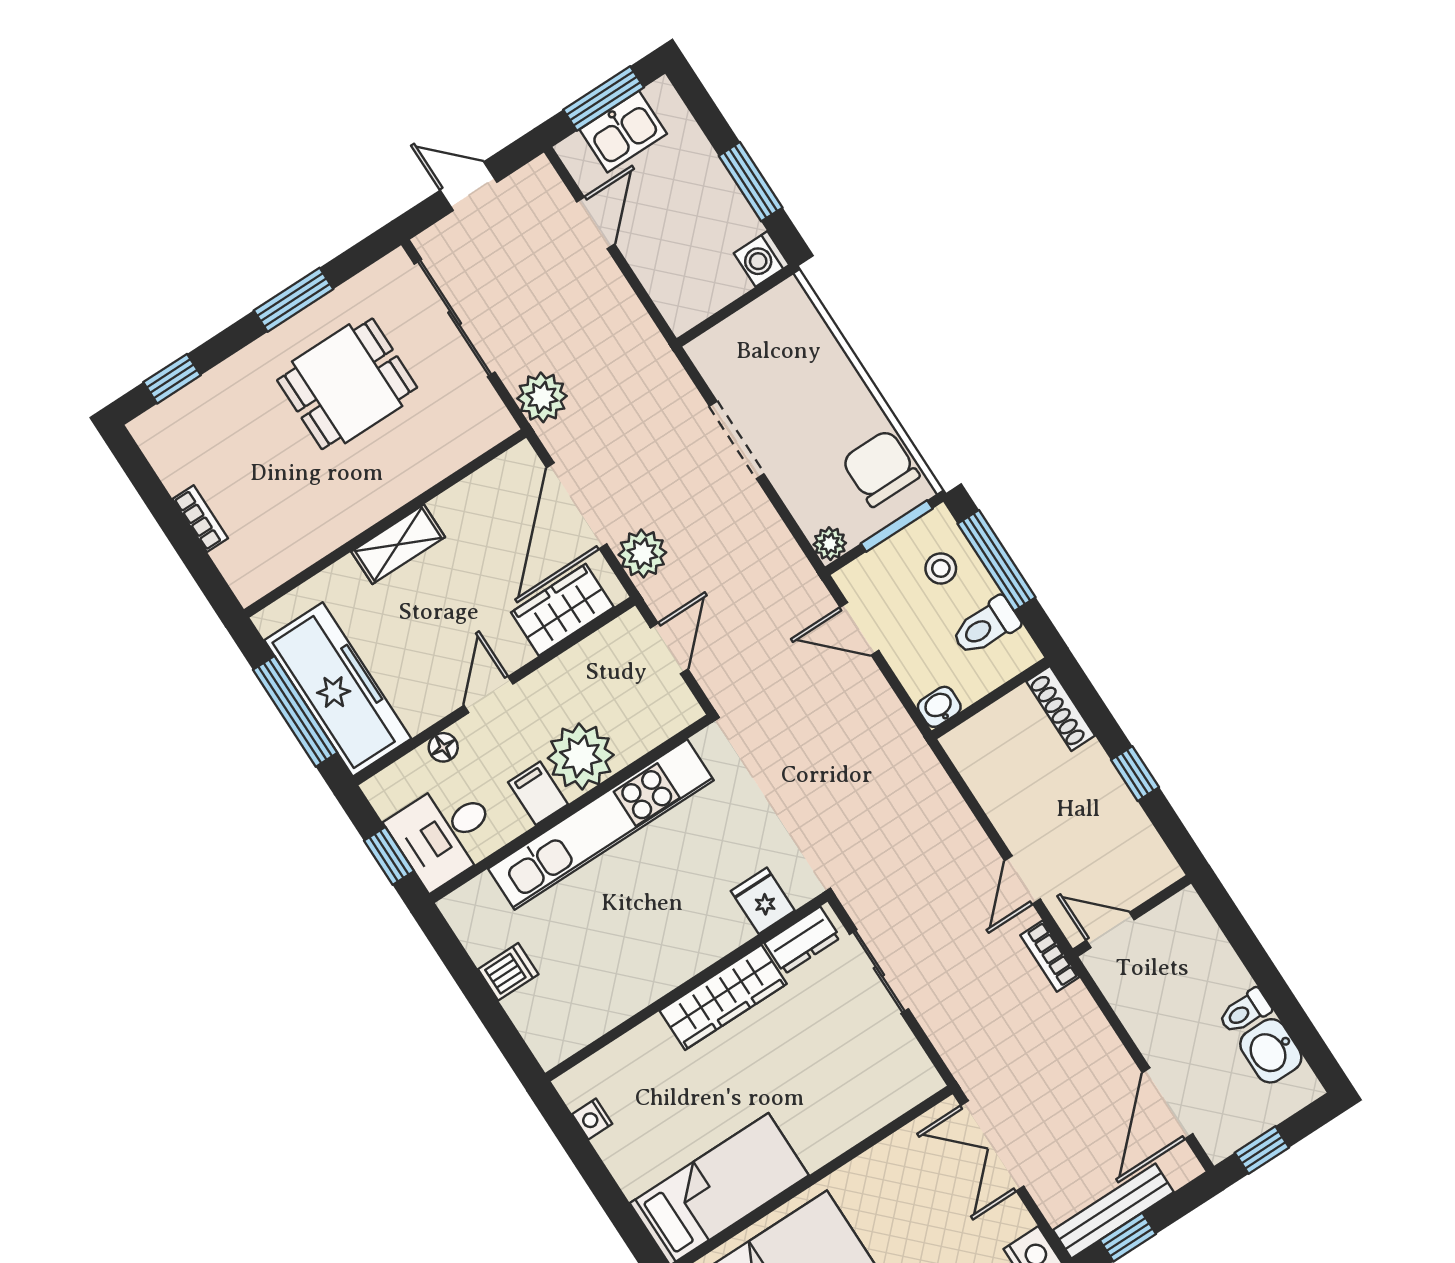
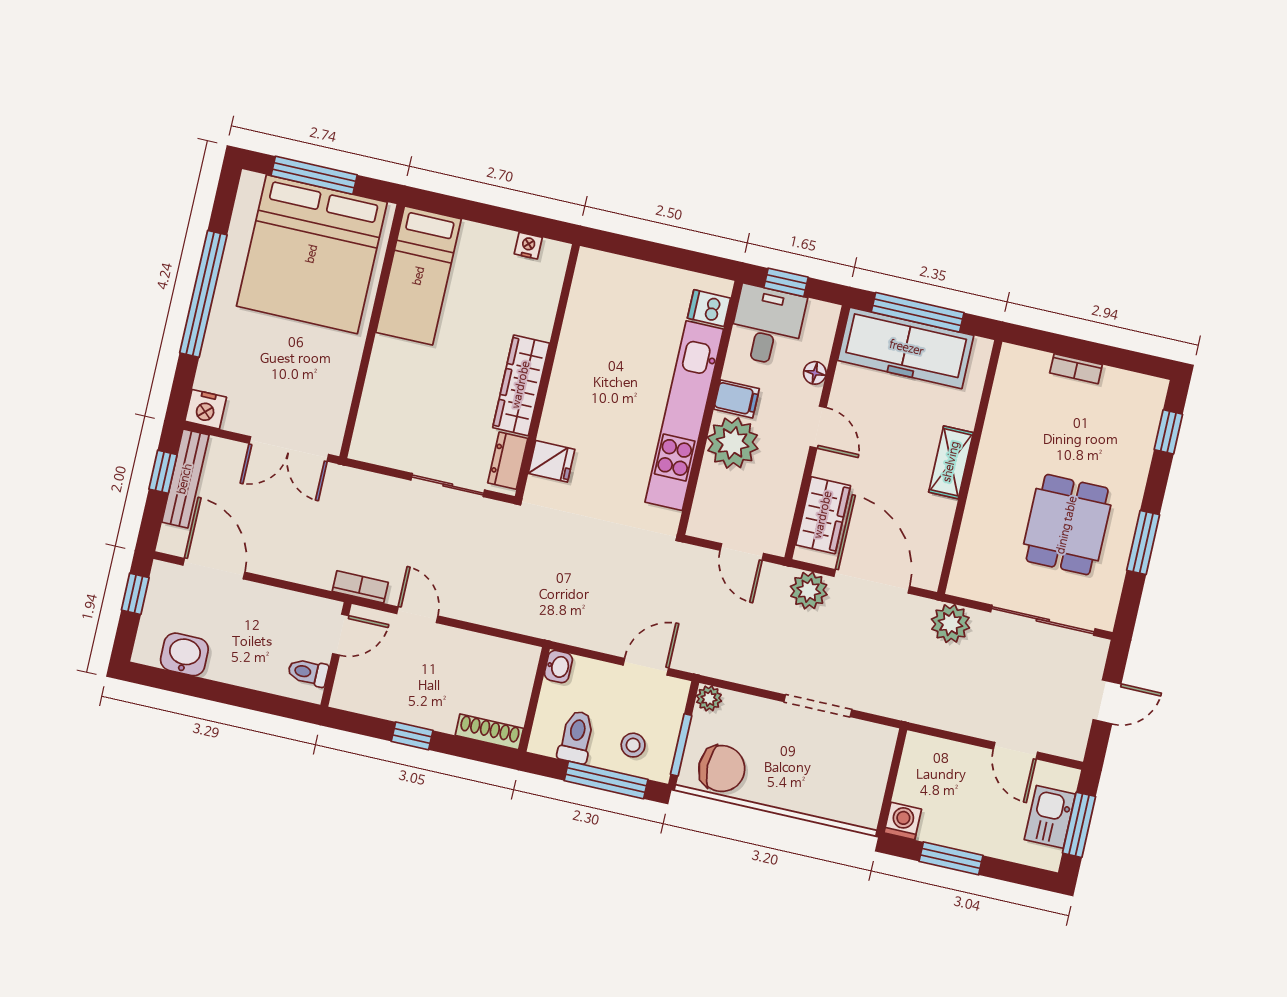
dishwasher: (508, 972) -> (709, 308), moved, turned 90
toilet: (1245, 1011) -> (308, 672), moved, turned -90
double door: (992, 1146) -> (289, 449), swing flipped

